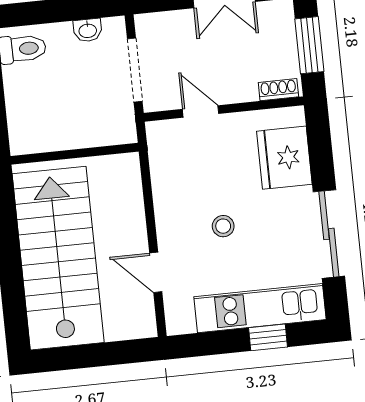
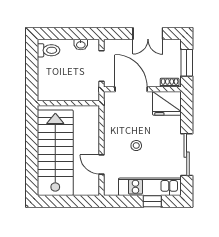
door: (201, 111) -> (131, 89), width x1.87
fridge: (284, 158) -> (167, 103), moved, turned -90

